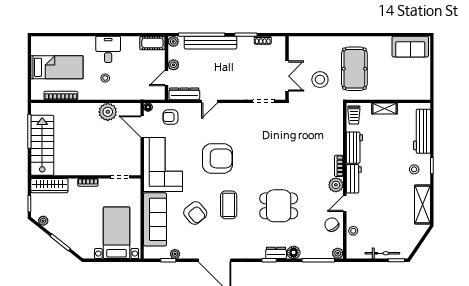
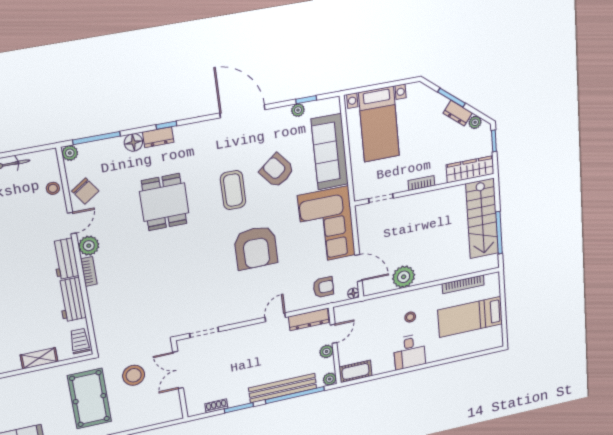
armchair: (217, 158) -> (256, 248), turned -90
dining table: (279, 206) -> (164, 202), turned 90
dresser: (56, 230) -> (458, 113), added

